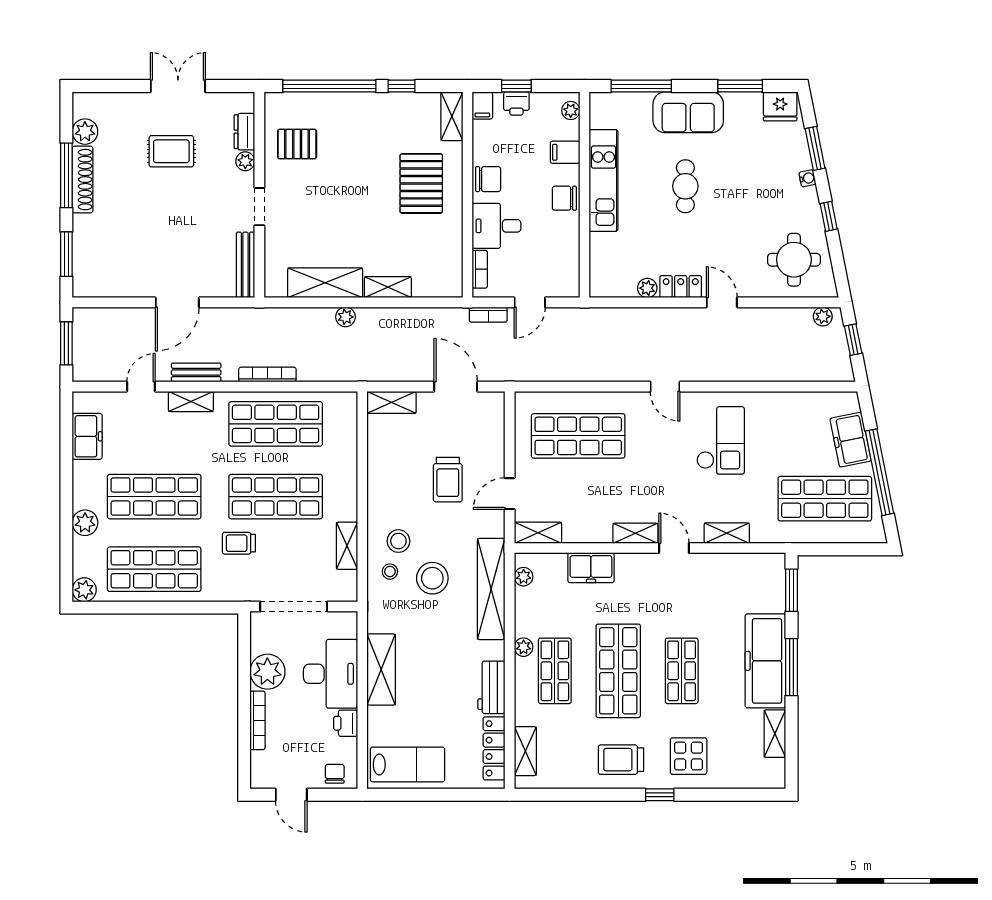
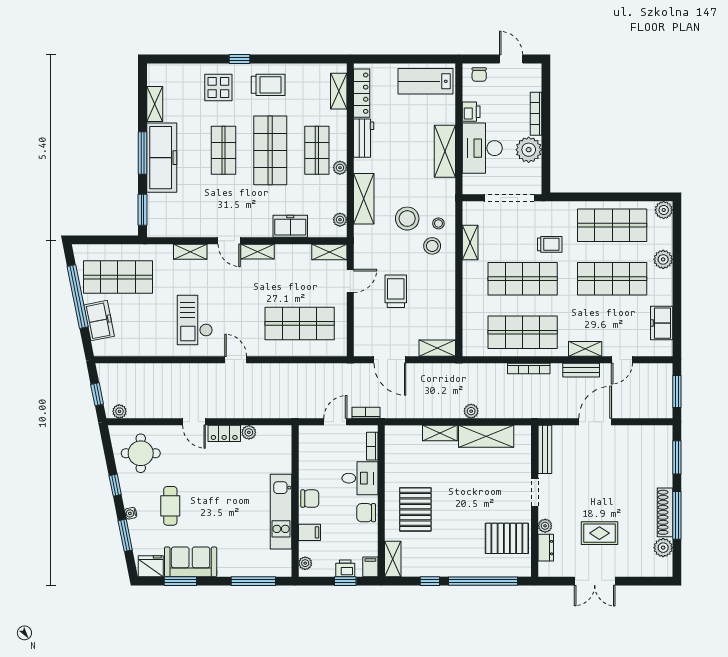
sofa: (688, 112) -> (191, 562), moved
pallet: (297, 144) -> (507, 538), width x1.50, depth x1.42
cafe table: (685, 186) -> (170, 506), moved
shelving: (491, 589) -> (364, 199), width x0.68

